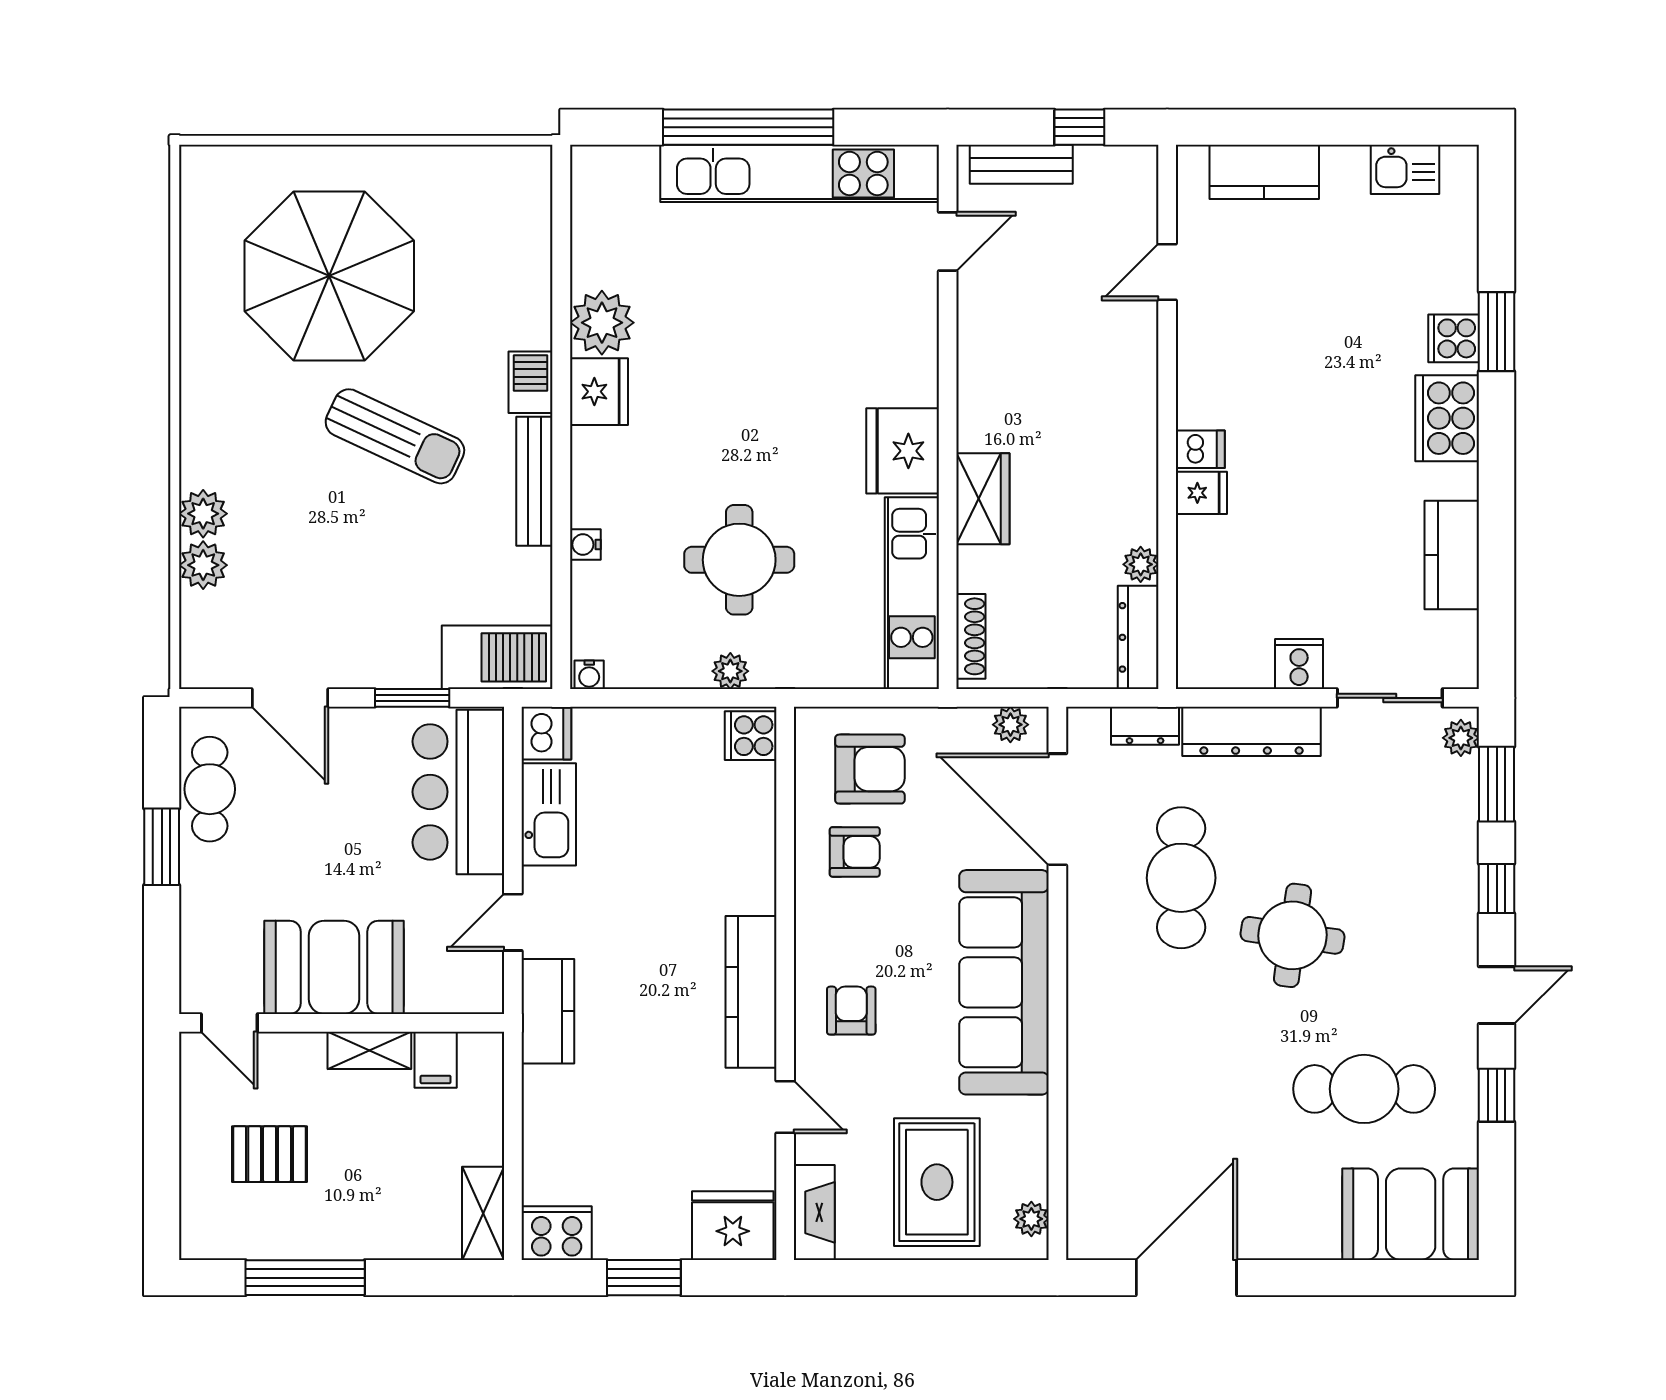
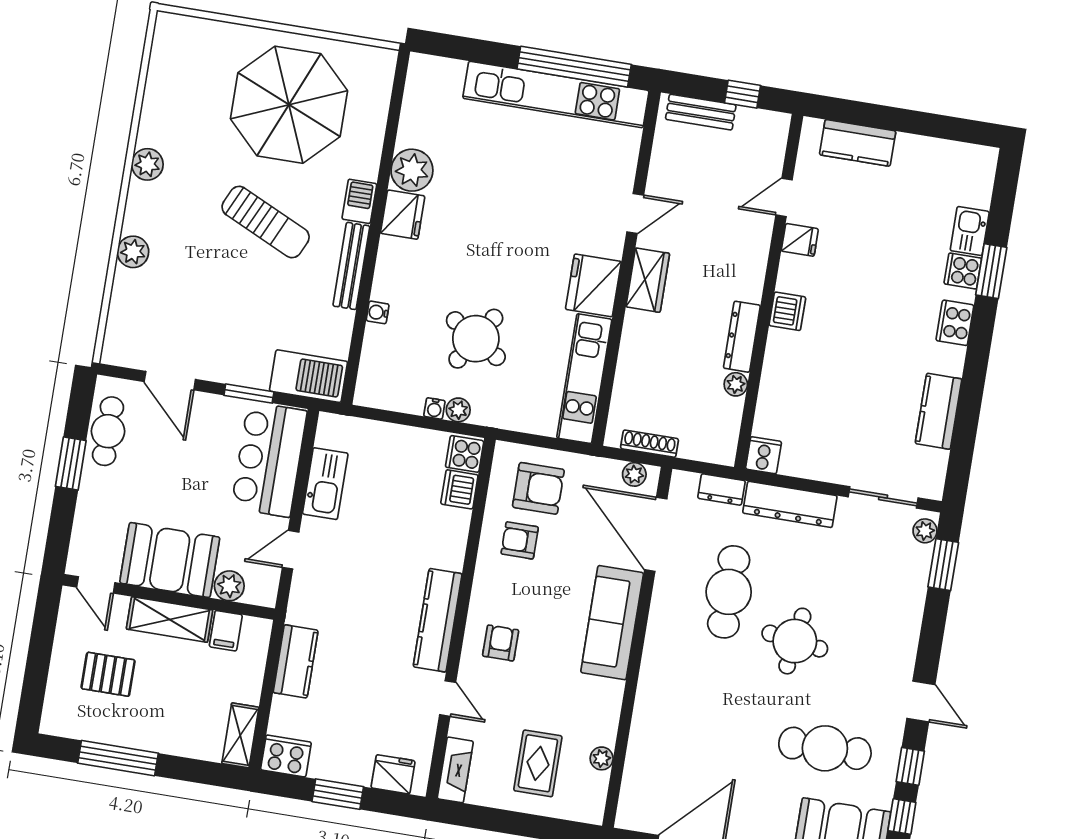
window: (748, 127) -> (574, 67), moved
kitchen sink: (1405, 169) -> (970, 231), moved, turned 90
door: (948, 241) -> (635, 213), moved
parasol: (329, 276) -> (289, 105), moved
cooker: (1447, 418) -> (955, 323), width x0.73, depth x0.76
dishwasher: (1200, 449) -> (787, 311), width x1.38
fridge: (1201, 493) -> (800, 240), moved
wardrobe: (983, 499) -> (648, 280), moved
round table: (739, 560) -> (476, 339), turned 32
plant: (203, 565) -> (147, 164), moved
shoe rack: (971, 636) -> (650, 444), moved, turned -90
dresser: (1138, 637) -> (742, 337), moved
cooker: (1299, 664) -> (764, 455), moved
water cooler: (589, 675) -> (434, 408), moved
dishwasher: (546, 733) -> (459, 489), moved, turned 180
armchair: (855, 852) -> (520, 540), turned 180
window: (1497, 888) -> (902, 817), moved
sofa: (1004, 982) -> (612, 623), width x0.74, depth x0.79
plant: (430, 992) -> (229, 586), added
door: (1497, 995) -> (921, 702), hinge flipped
kitchen counter: (548, 1011) -> (296, 661), moved
shelving: (369, 1050) -> (170, 619), width x1.50, depth x1.33
rug: (937, 1182) -> (538, 763), width x0.73, depth x0.70
plant: (1031, 1219) -> (602, 758), moved
fridge: (733, 1226) -> (393, 774), width x0.73, depth x0.75

